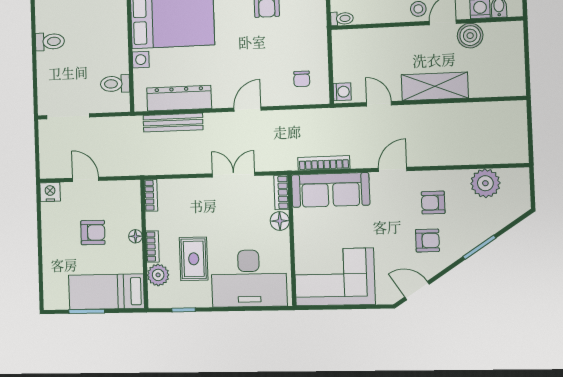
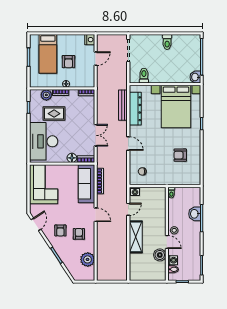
bed: (106, 292) -> (48, 54), moved, turned 180

